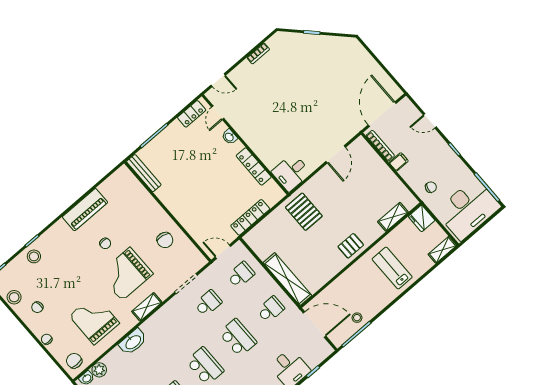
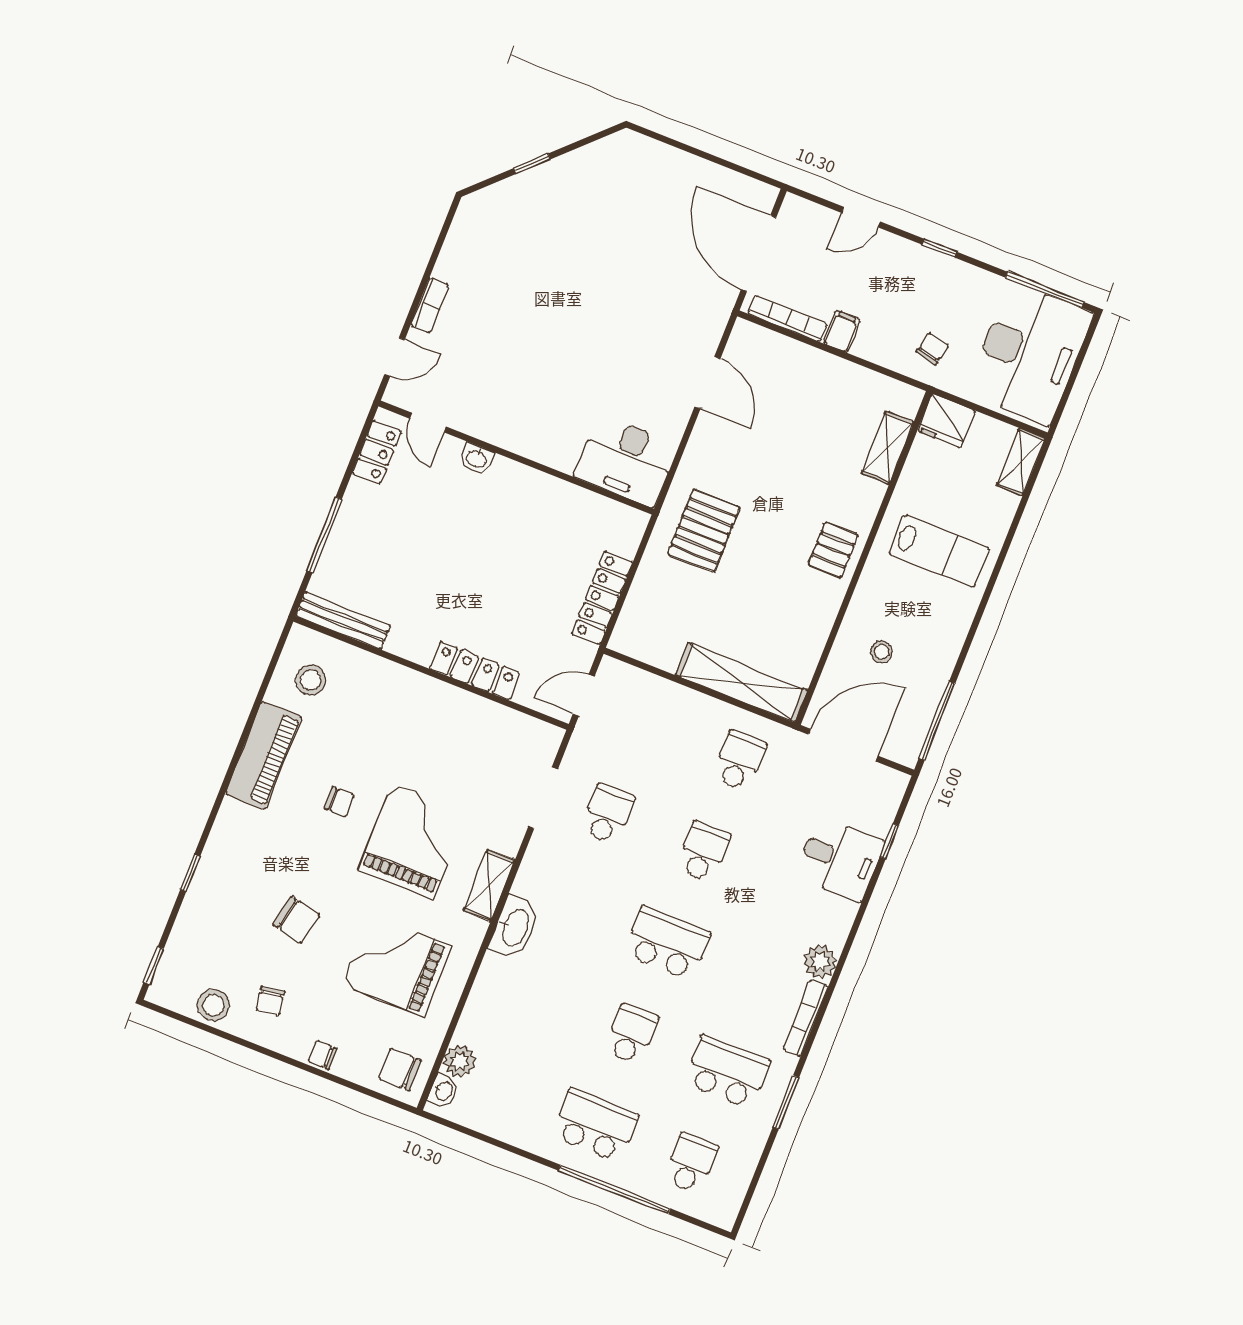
bookcase: (258, 53) -> (430, 305), moved
locker: (254, 166) -> (475, 671), moved, turned 180
desk: (291, 172) -> (626, 461), width x1.37
pallet: (304, 212) -> (704, 531), turned 90
chair: (165, 240) -> (296, 920), moved
stool: (34, 256) -> (311, 680), moved
lab bench: (392, 268) -> (939, 551), turned 180
grand piano: (126, 274) -> (413, 841), turned 180
school desk: (241, 275) -> (644, 723), removed
stool: (357, 318) -> (882, 652), moved
school desk: (238, 338) -> (703, 852), width x0.54
washbasin: (133, 342) -> (515, 927), moved

